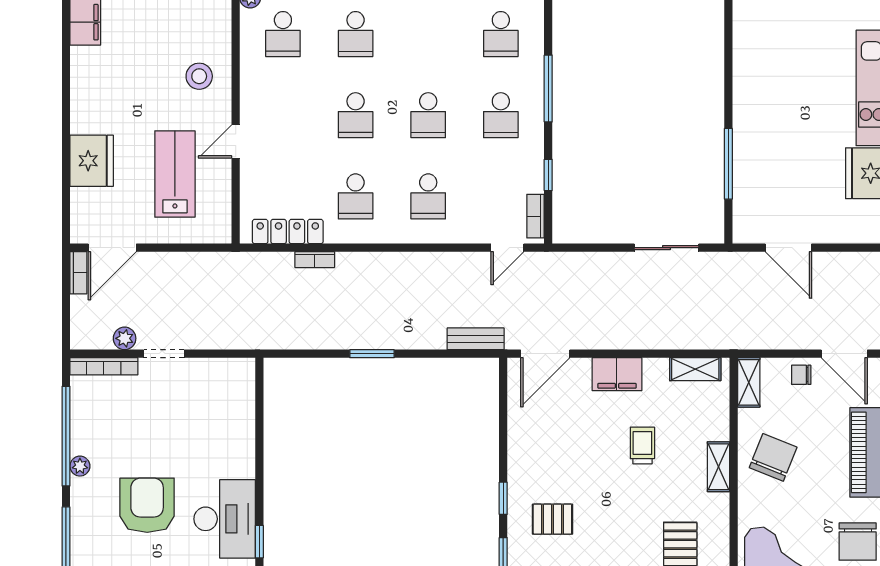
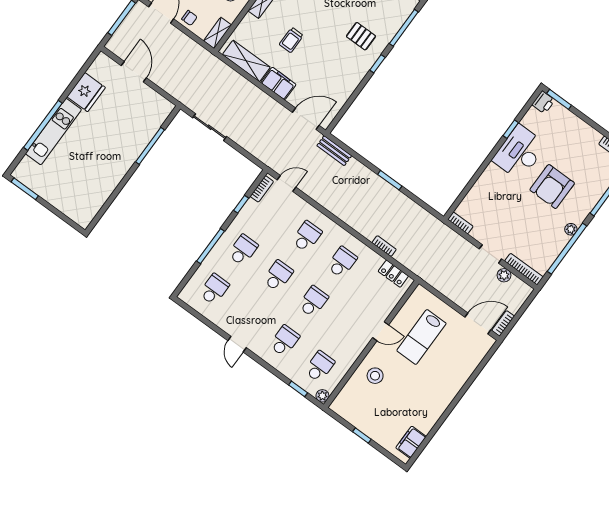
fridge: (92, 161) -> (457, 373), removed
locker: (288, 232) -> (393, 274), width x0.66
door: (788, 248) -> (134, 72), moved
bookcase: (235, 366) -> (460, 223), added
shelving: (695, 369) -> (246, 61), width x1.50, depth x1.33

